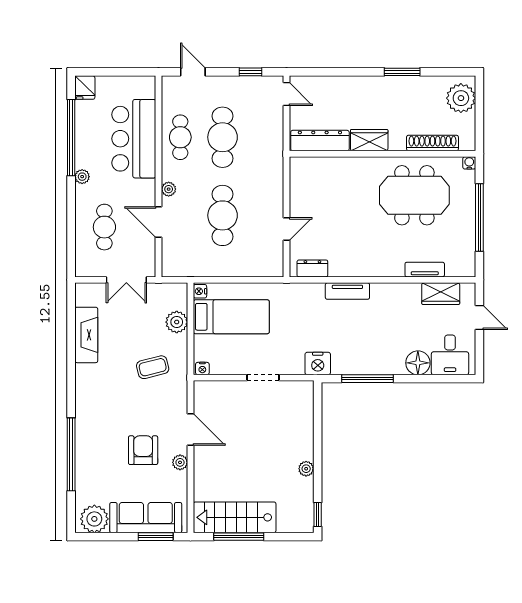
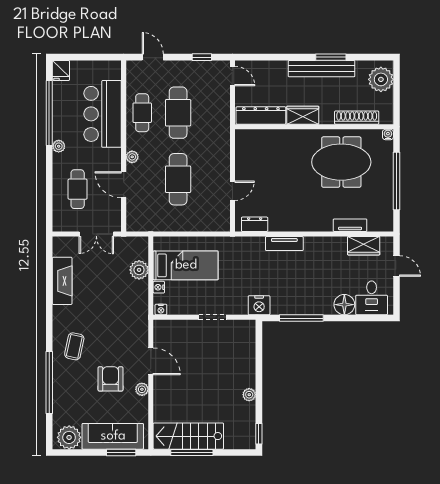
bench: (391, 85) -> (322, 69), added
nightstand: (200, 291) -> (159, 287), moved
coffee table: (153, 367) -> (74, 346), moved, turned -64

